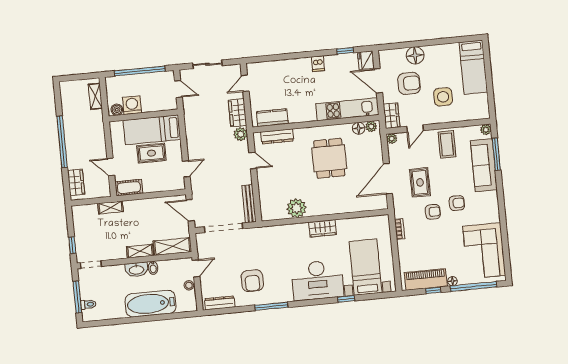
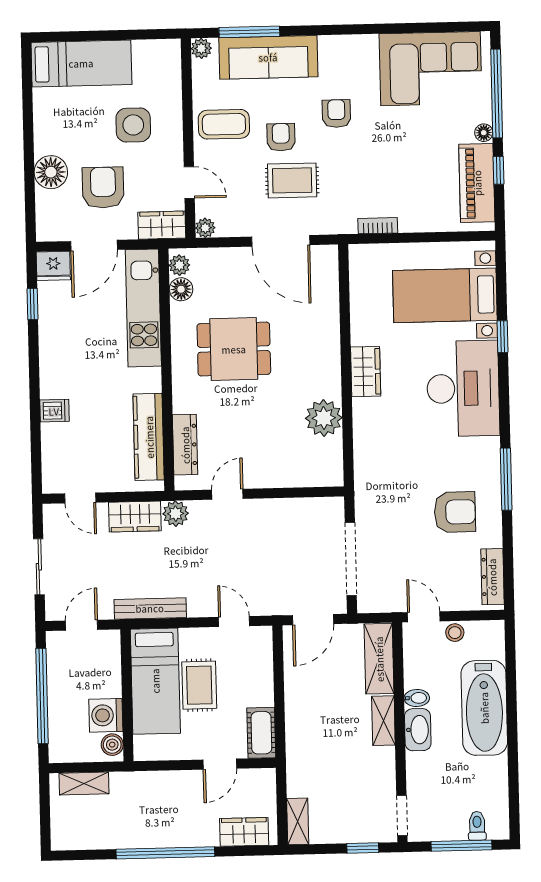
dishwasher: (318, 64) -> (54, 411), moved
kitchen counter: (272, 118) -> (149, 437), width x1.50
bench: (249, 204) -> (150, 608), moved
shelving: (110, 207) -> (298, 821), moved
armchair: (433, 212) -> (281, 137), moved

